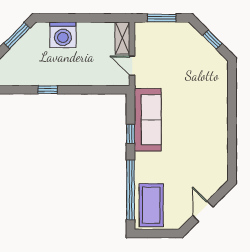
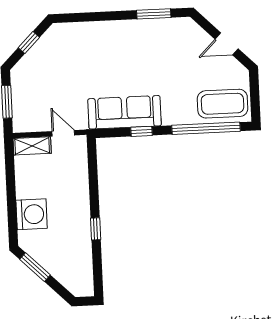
door: (132, 66) -> (63, 133), swing flipped
window: (232, 149) -> (154, 14), added

